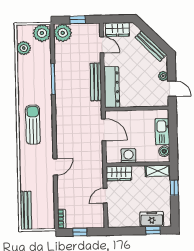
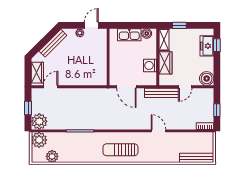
bench: (96, 82) -> (161, 93), moved
dresser: (112, 87) -> (89, 79), removed
door: (104, 130) -> (126, 87), swing flipped
wardrobe: (119, 173) -> (166, 63), moved
door: (105, 196) -> (185, 87), hinge flipped
boiler: (115, 220) -> (207, 78), added

